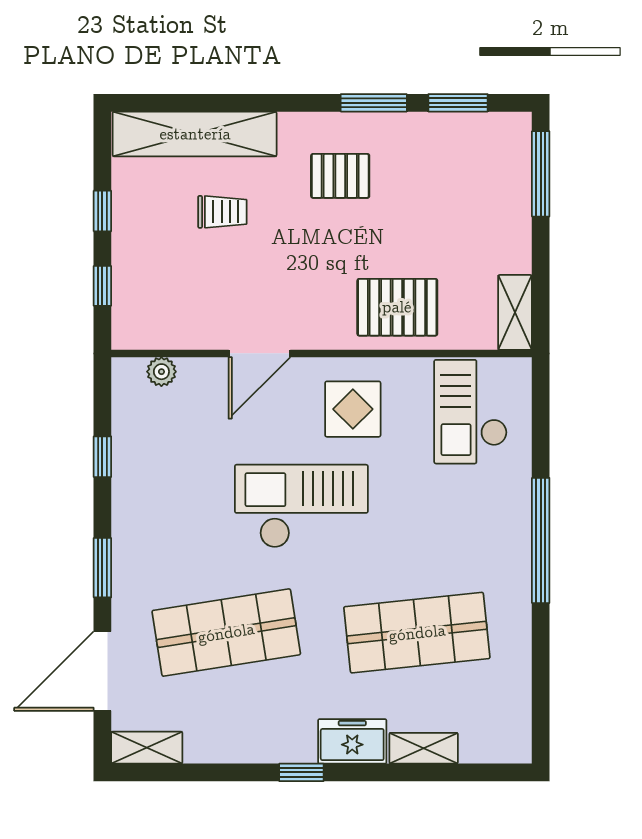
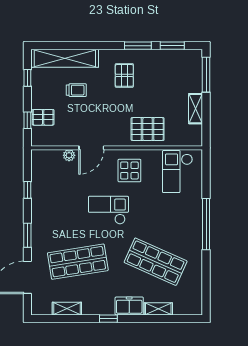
pallet: (340, 176) -> (124, 75), turned 90
window: (102, 211) -> (27, 78), moved
pallet: (141, 278) -> (43, 117), added
shelving: (515, 312) -> (196, 109), moved
plant: (161, 372) -> (69, 155), moved
checkout: (301, 506) -> (108, 210), width x0.73, depth x0.83
shop shelf: (417, 633) -> (156, 262), turned 30
shelving: (147, 748) -> (67, 309), moved

